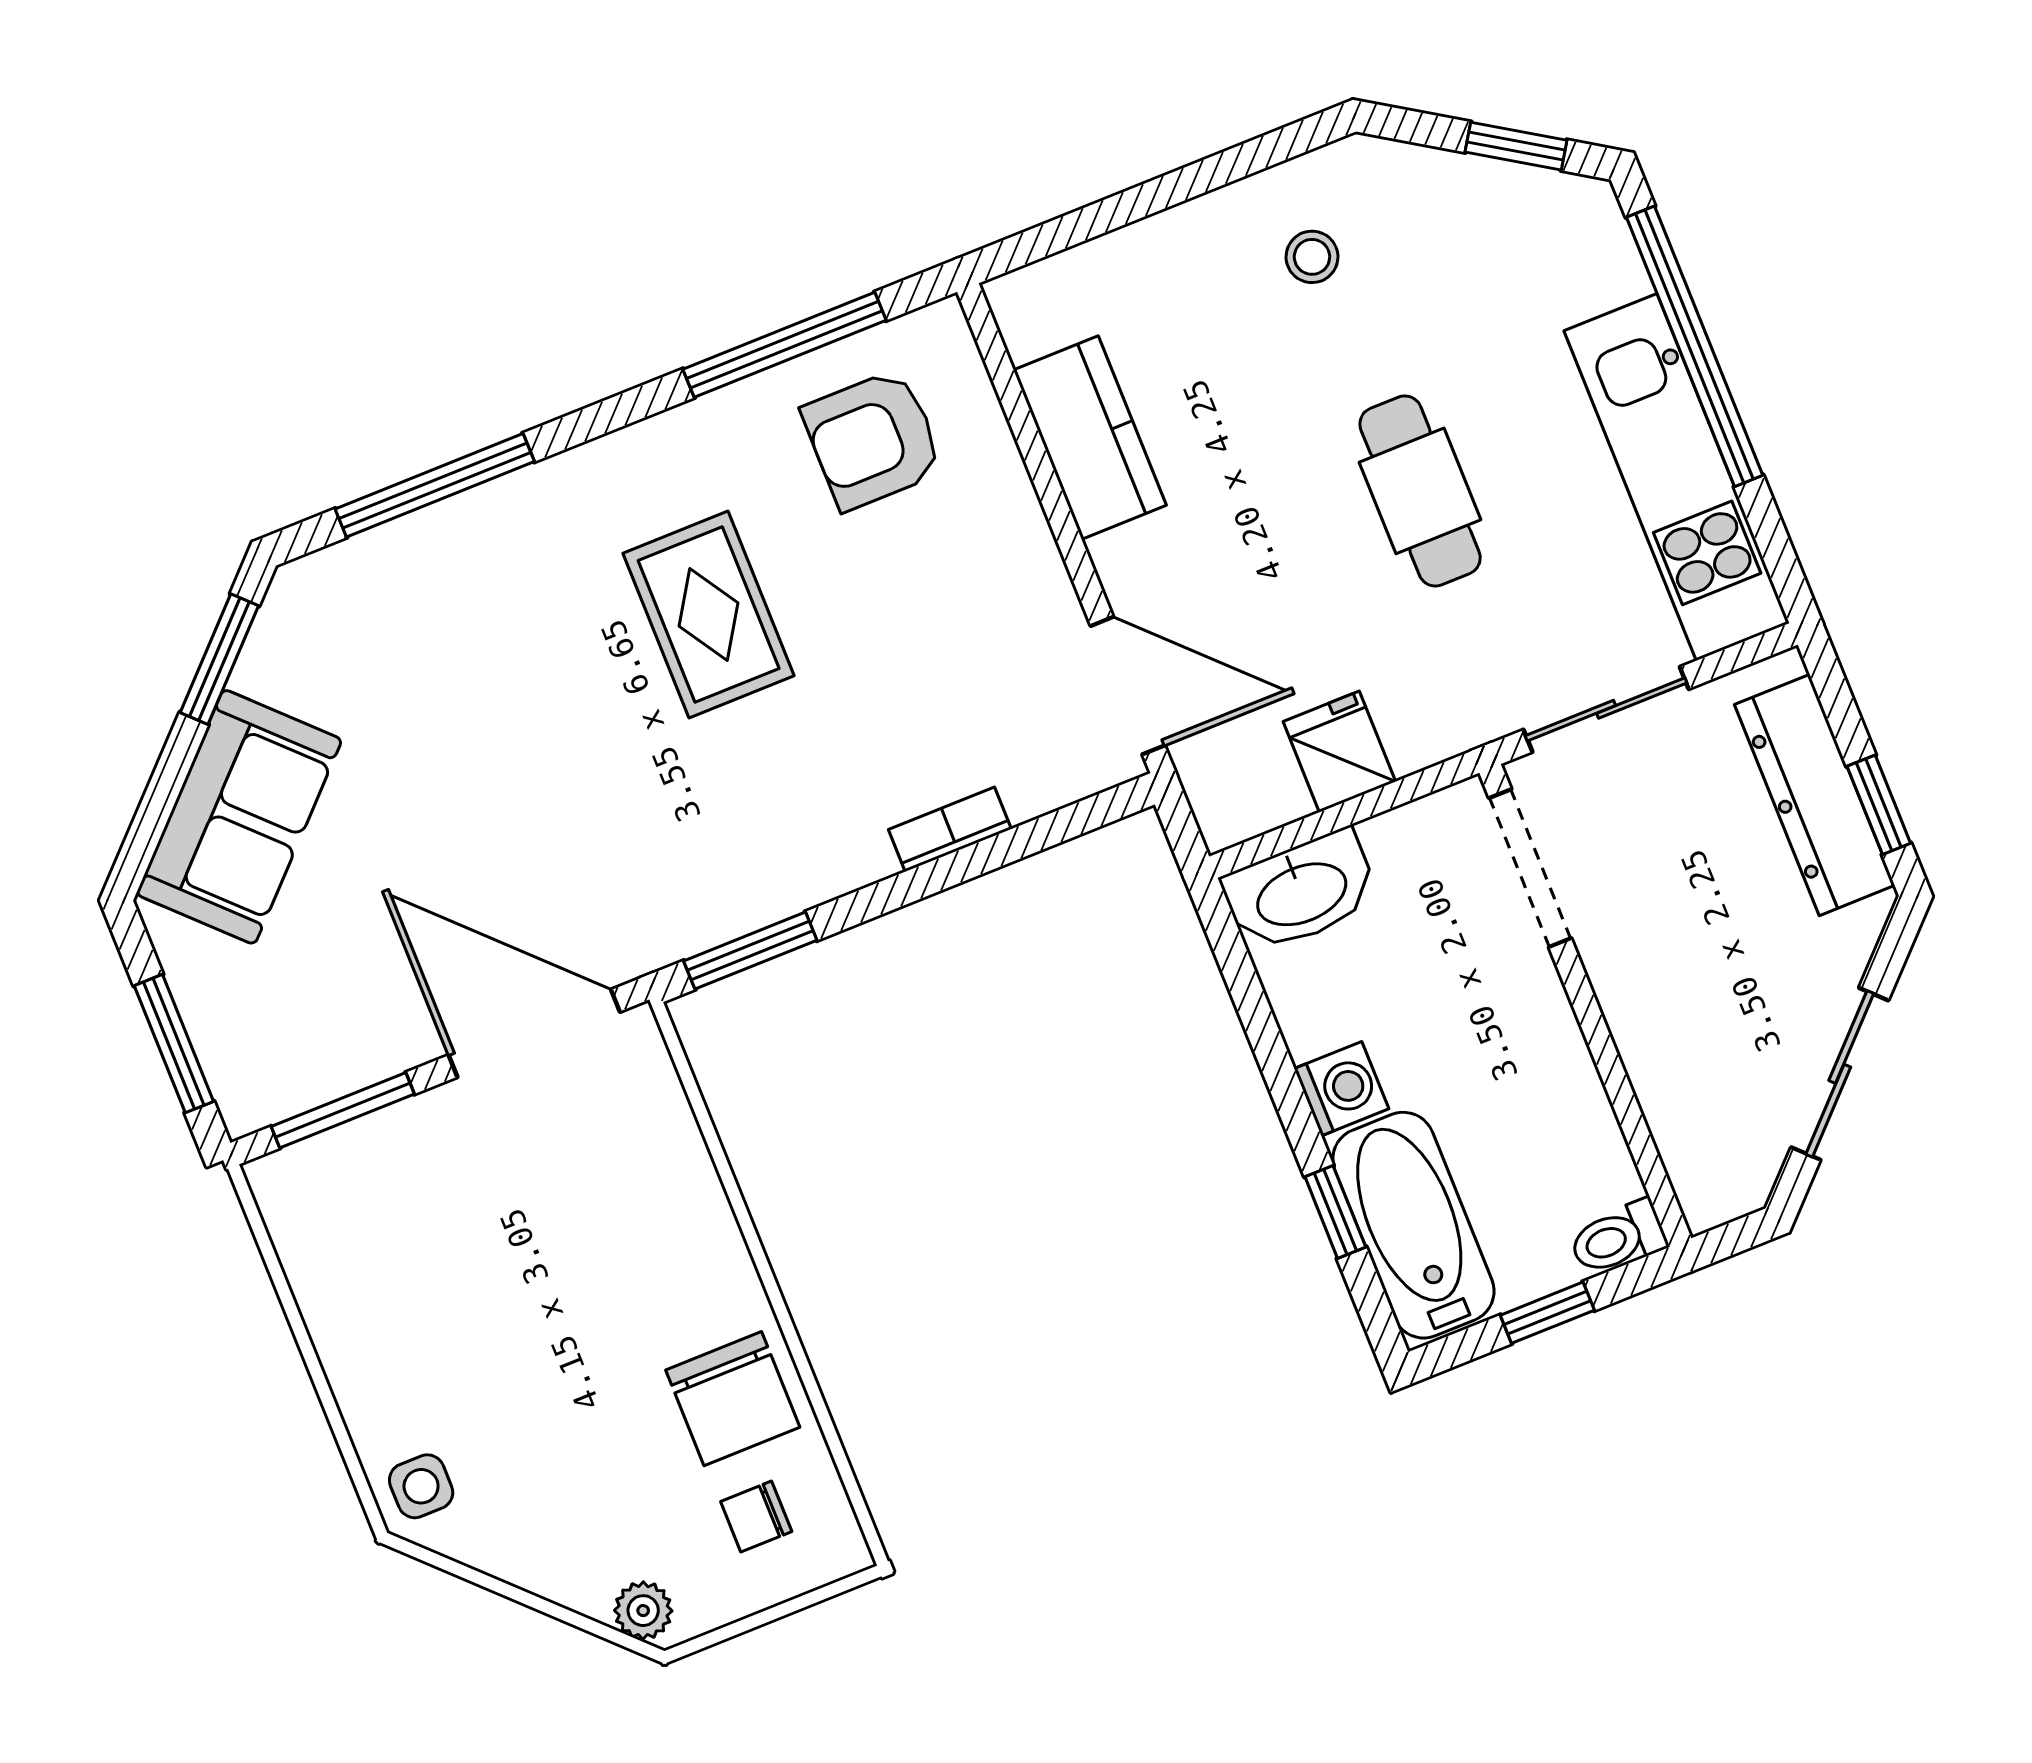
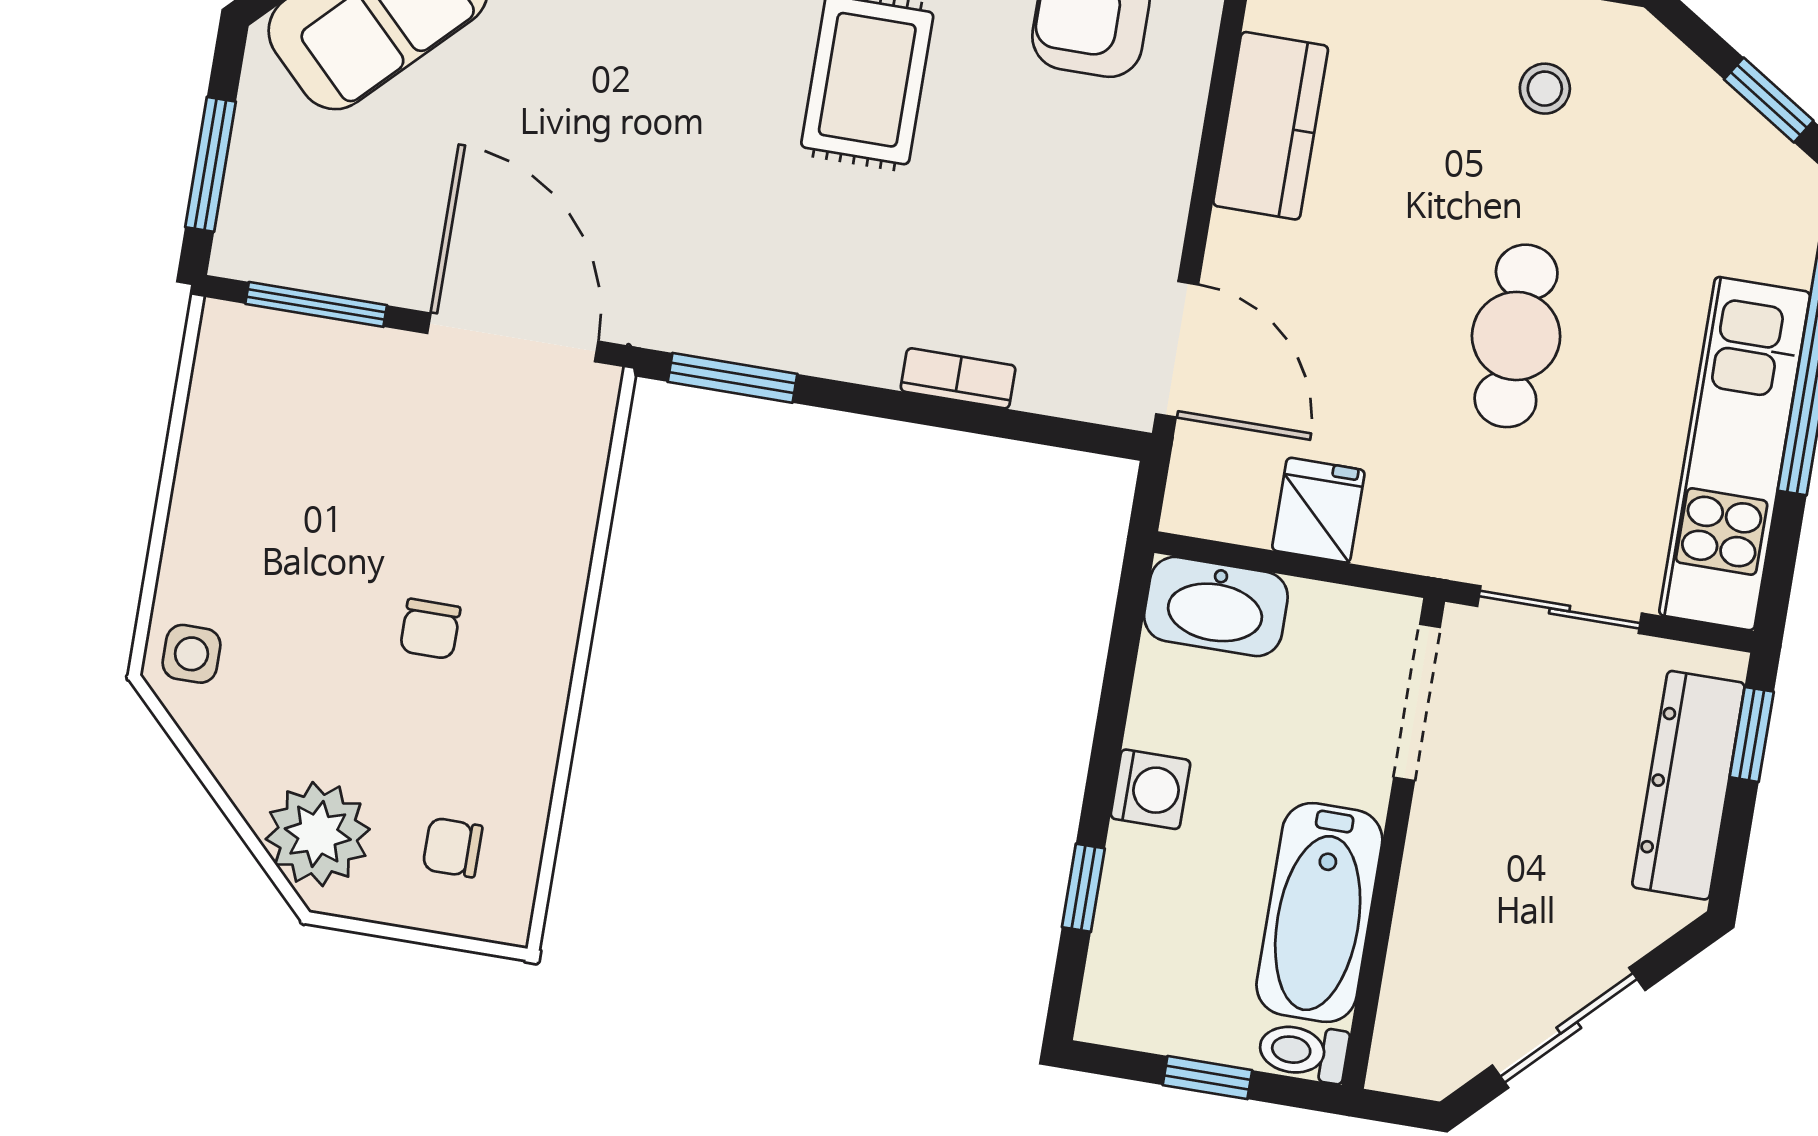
window: (1879, 805) -> (1752, 734), moved
bathtub: (1413, 1225) -> (1319, 913), moved, turned 180
chair: (733, 1399) -> (430, 629), moved, width x0.54, depth x0.54
plant: (643, 1611) -> (318, 834), width x1.88, depth x1.88

